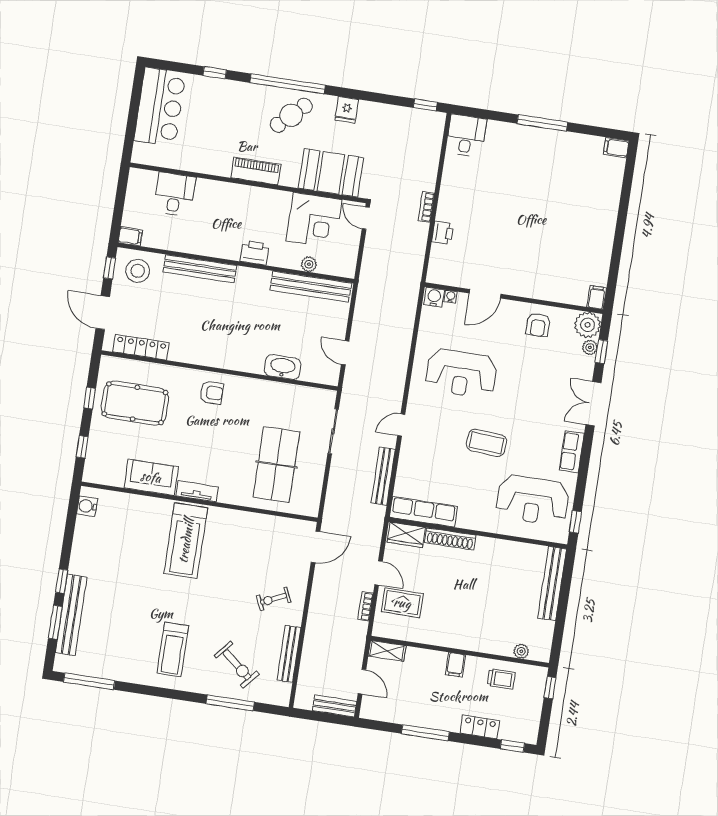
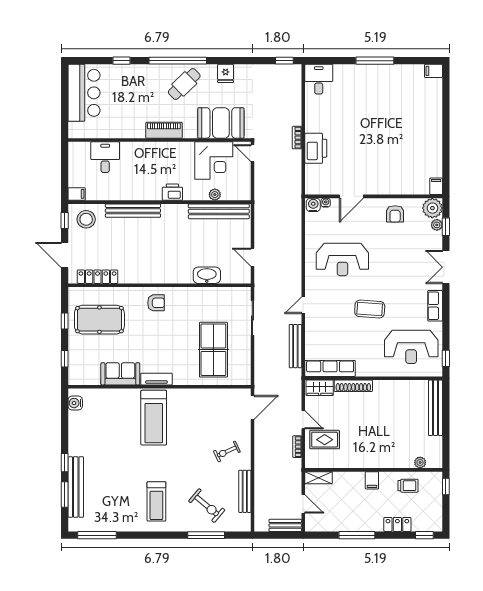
printer: (443, 233) -> (316, 148), width x1.87, depth x1.48

